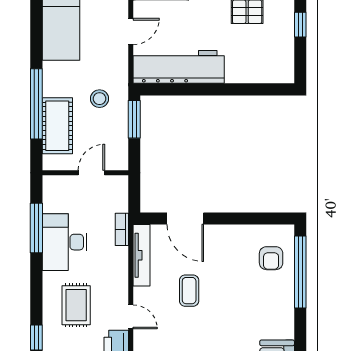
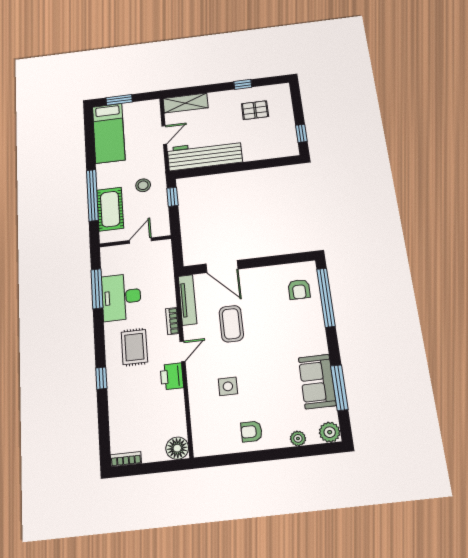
window: (300, 25) -> (301, 133), moved
window: (134, 119) -> (172, 197), width x0.67
bookcase: (122, 229) -> (172, 321), moved
coffee table: (189, 291) -> (231, 324), width x1.36, depth x1.30
door: (131, 317) -> (183, 351), hinge flipped

